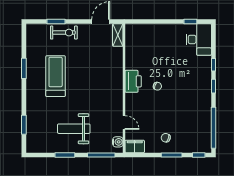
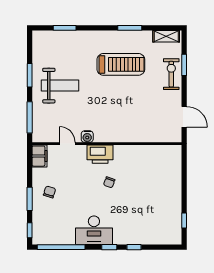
exercise bike: (64, 33) -> (171, 74), turned 180
shelving: (118, 35) -> (166, 36), moved
desk: (199, 39) -> (94, 230), moved
printer: (133, 81) -> (100, 154), moved
door: (124, 122) -> (67, 144), swing flipped
weight bench: (74, 129) -> (60, 86), turned 90
water cooler: (118, 142) -> (87, 137), moved

